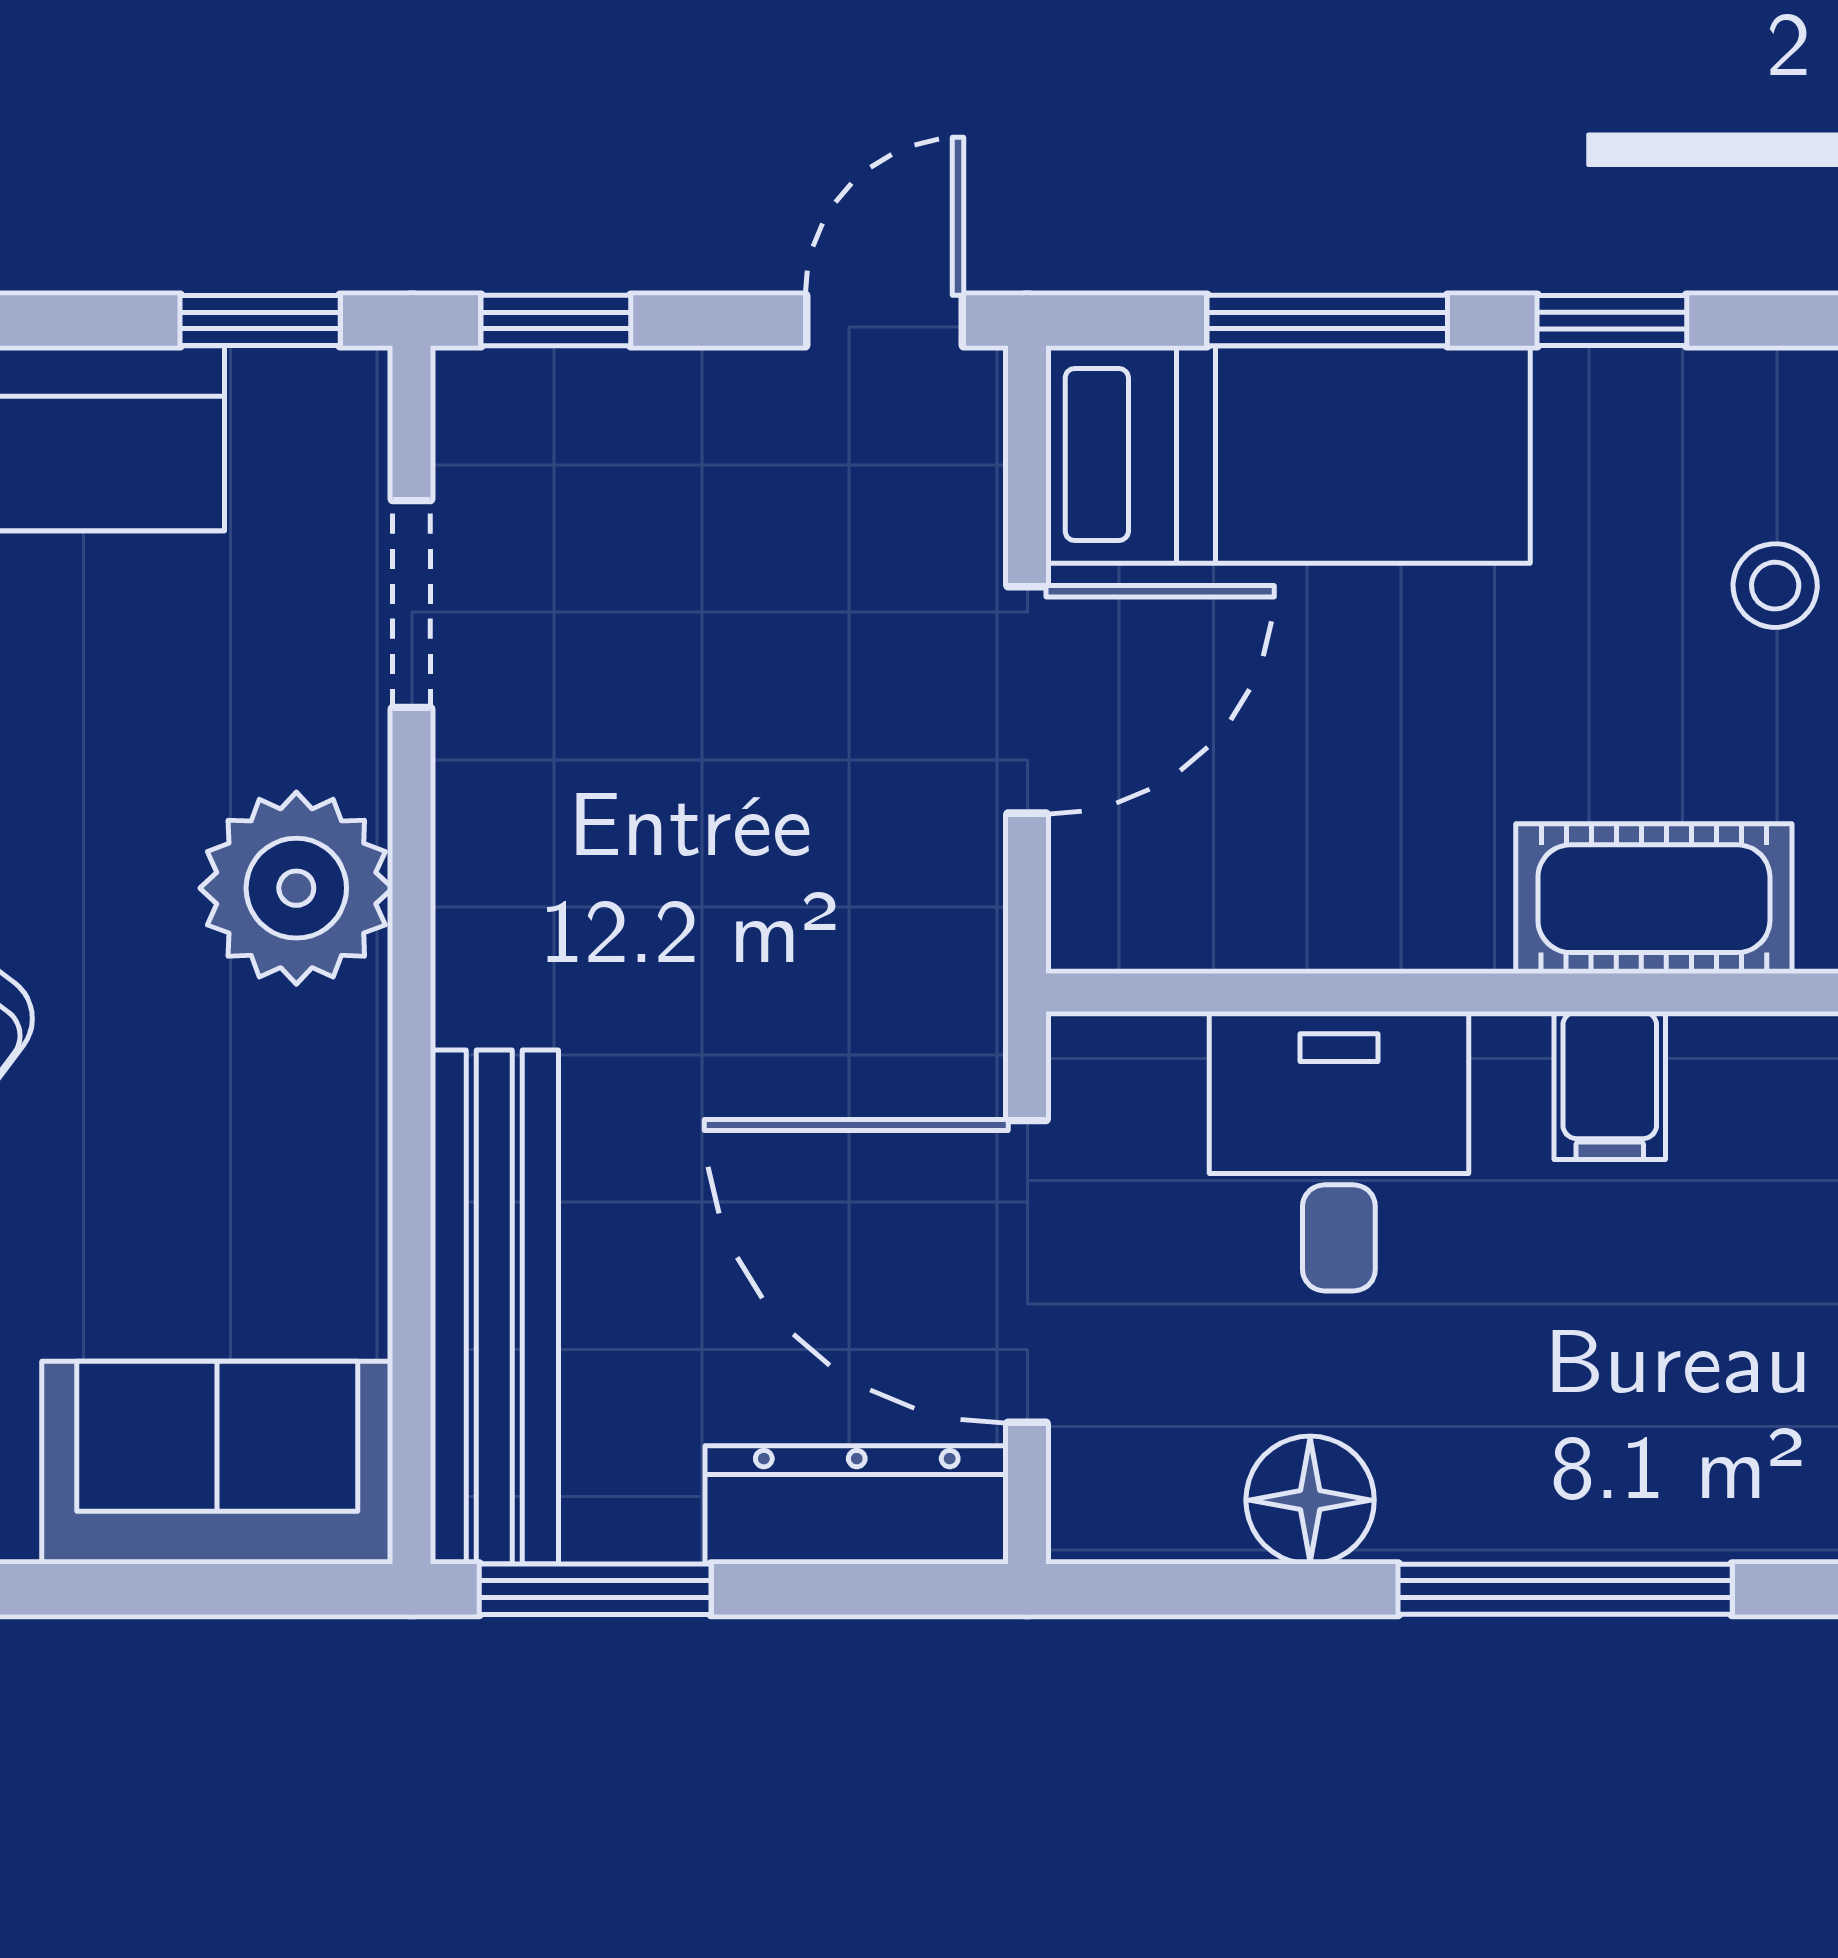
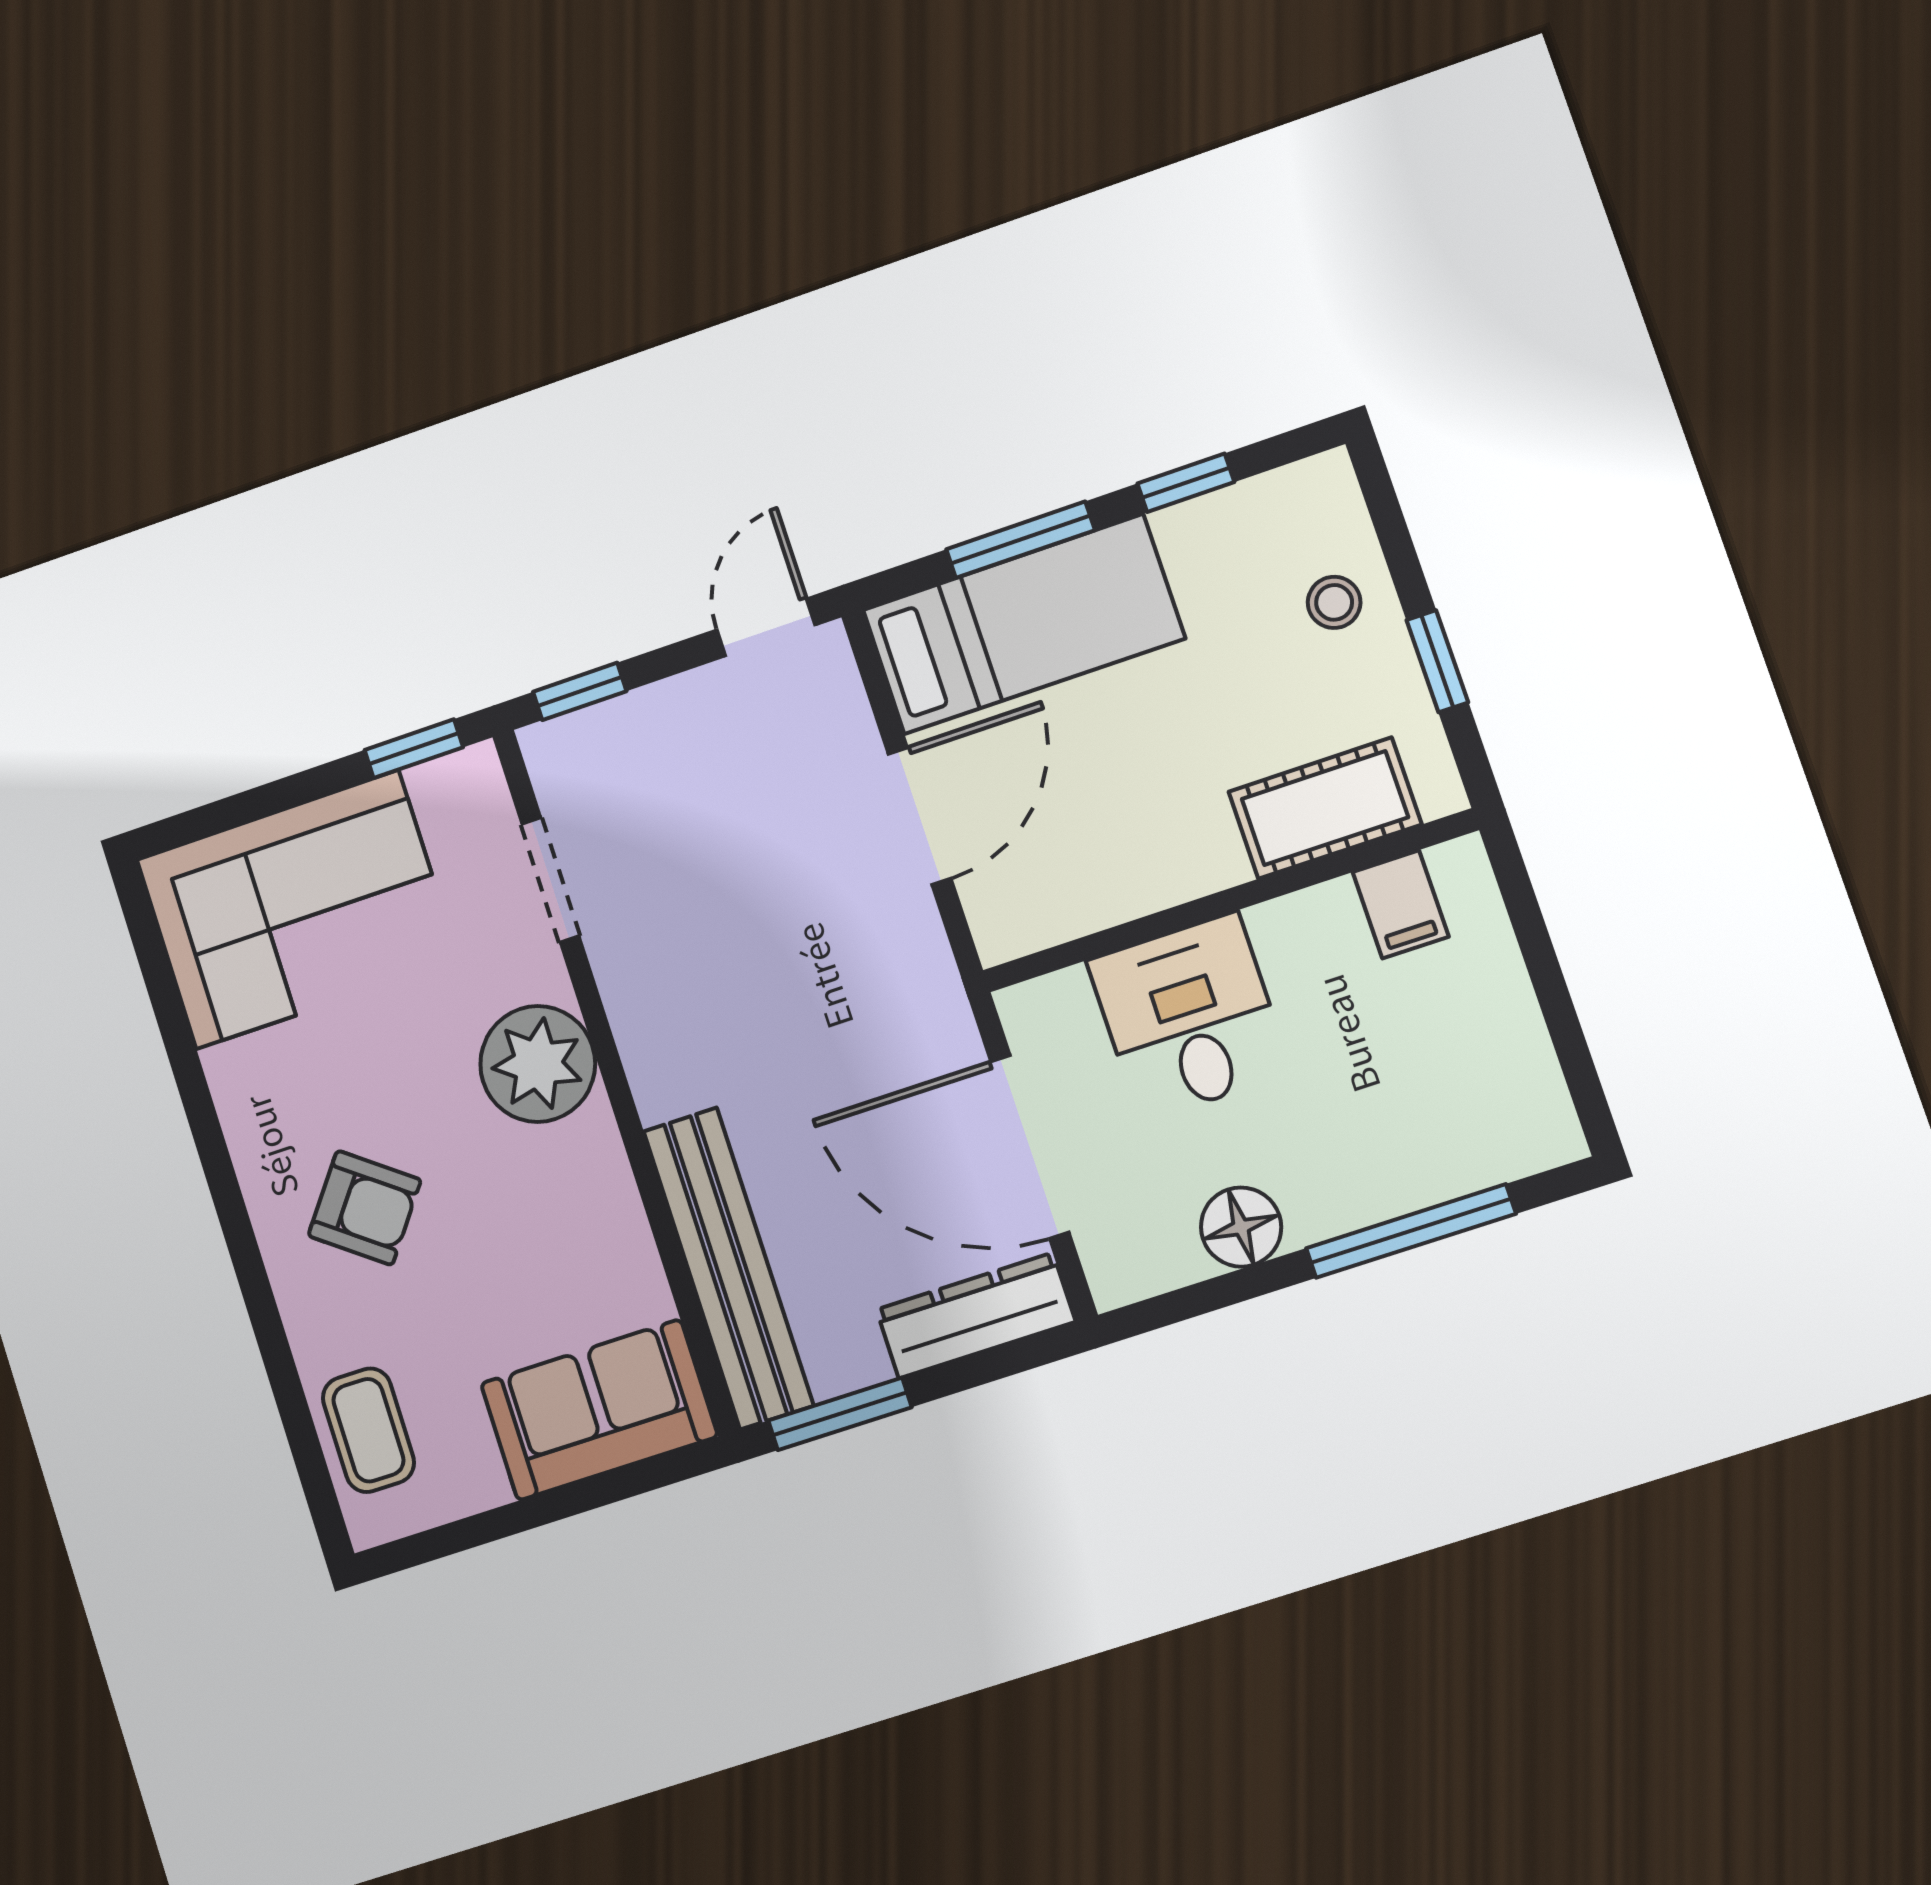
filing cabinet: (1610, 1086) -> (1401, 904), moved

